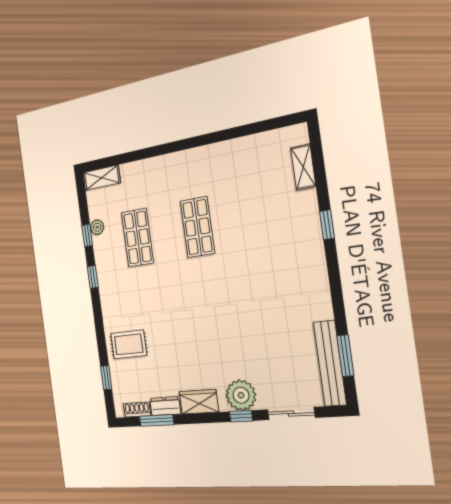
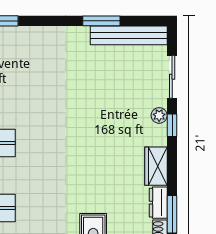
window: (345, 356) -> (101, 21), moved
plant: (241, 395) -> (159, 115), width x0.53, depth x0.53

